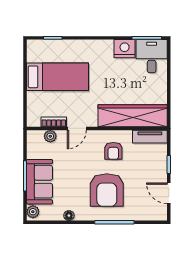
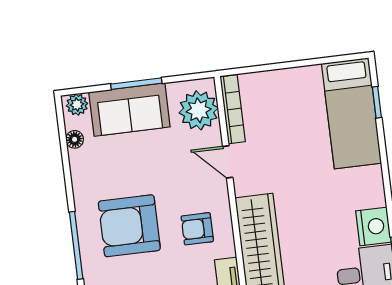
bed: (57, 77) -> (351, 113), moved
bookcase: (54, 122) -> (233, 109), width x1.56
plant: (50, 136) -> (199, 110), width x1.87, depth x1.87
floor lamp: (69, 216) -> (75, 139), moved

